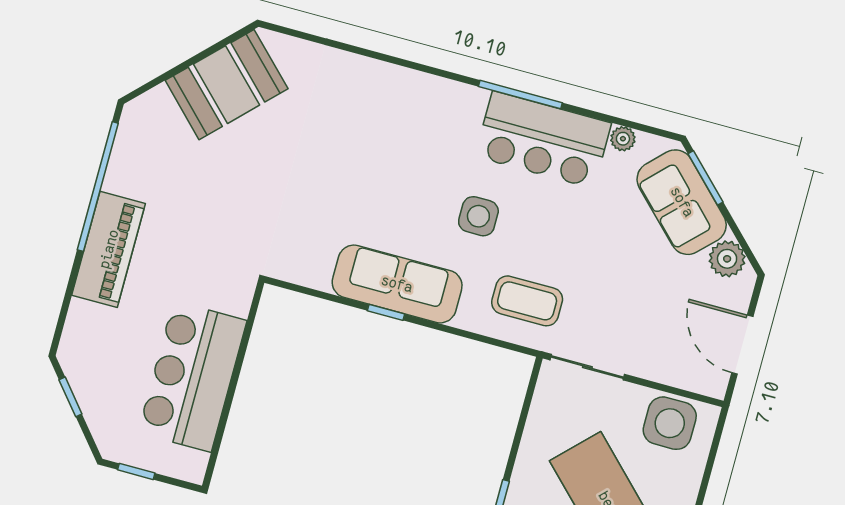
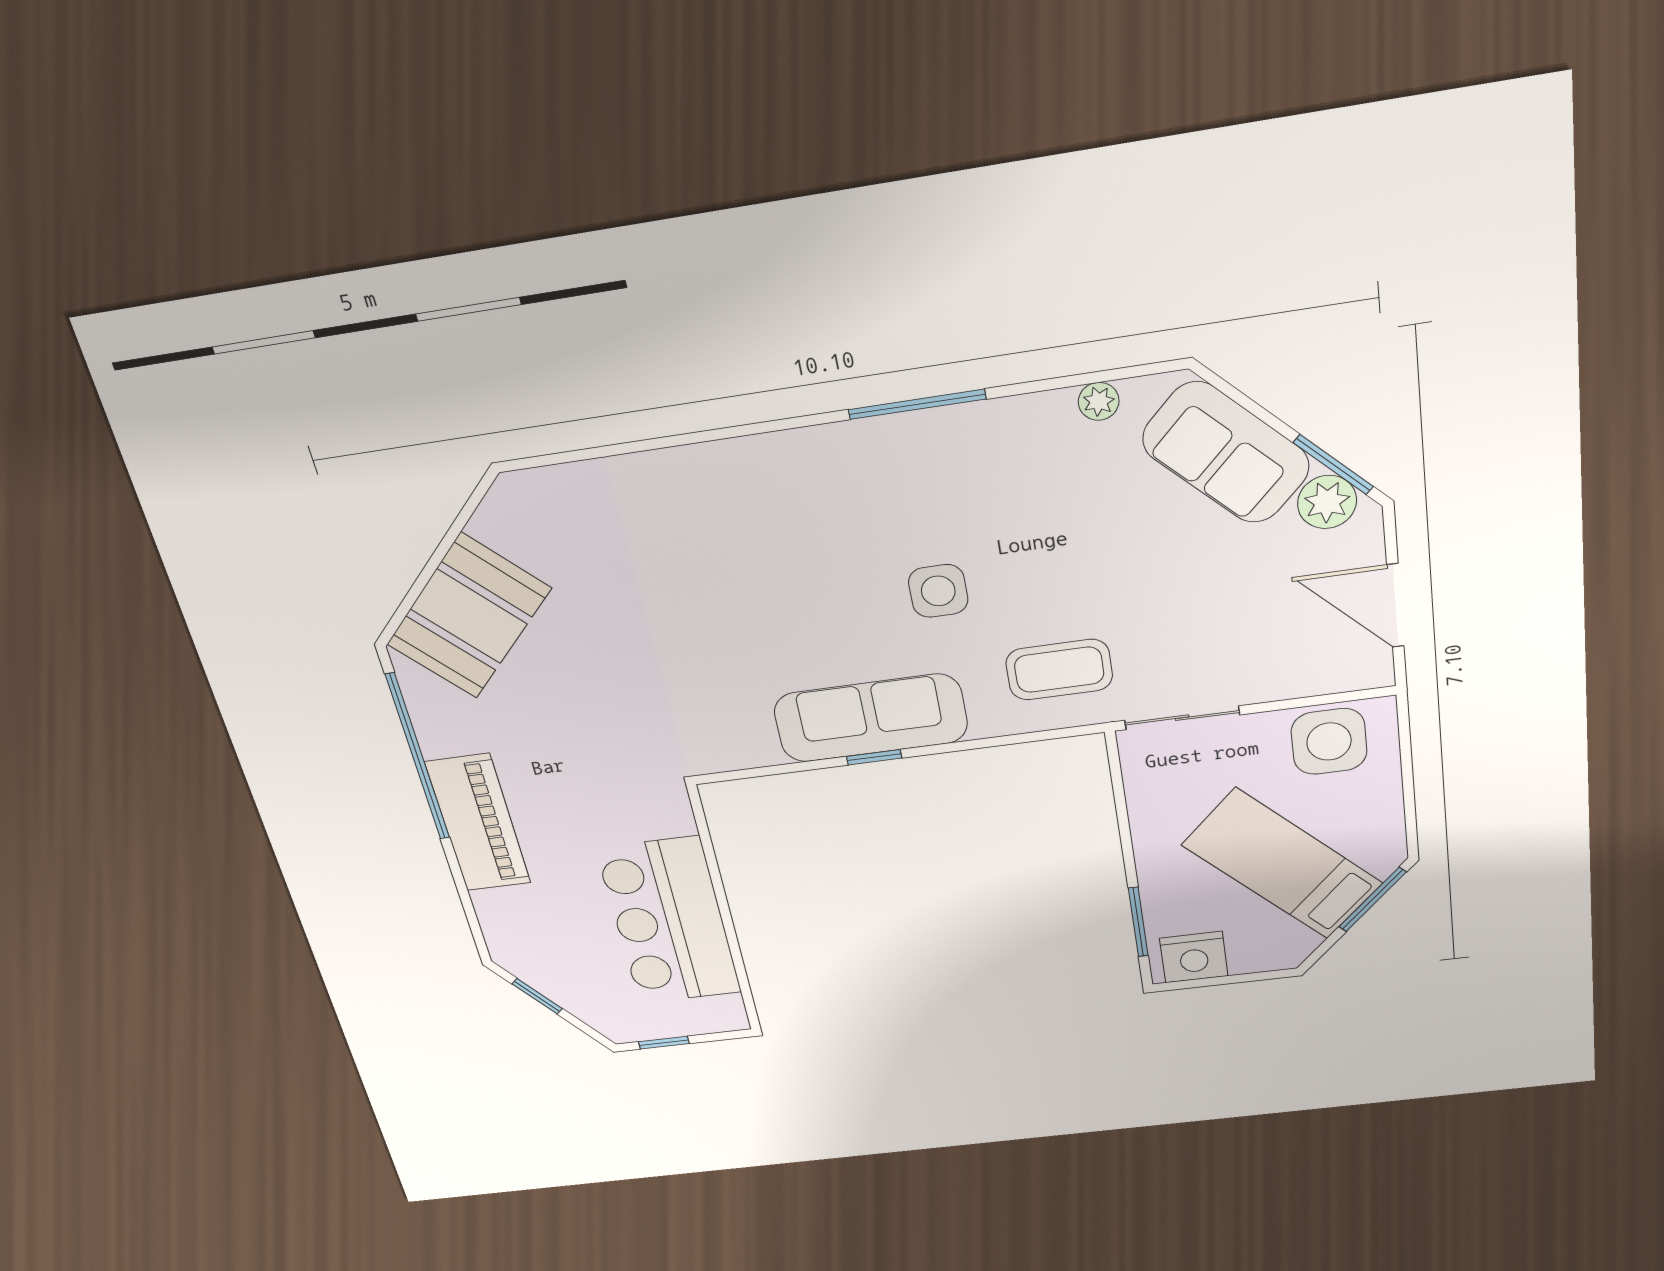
booth: (227, 85) -> (469, 616), moved
bar counter: (543, 140) -> (981, 452), removed
window: (706, 178) -> (1333, 465), moved

